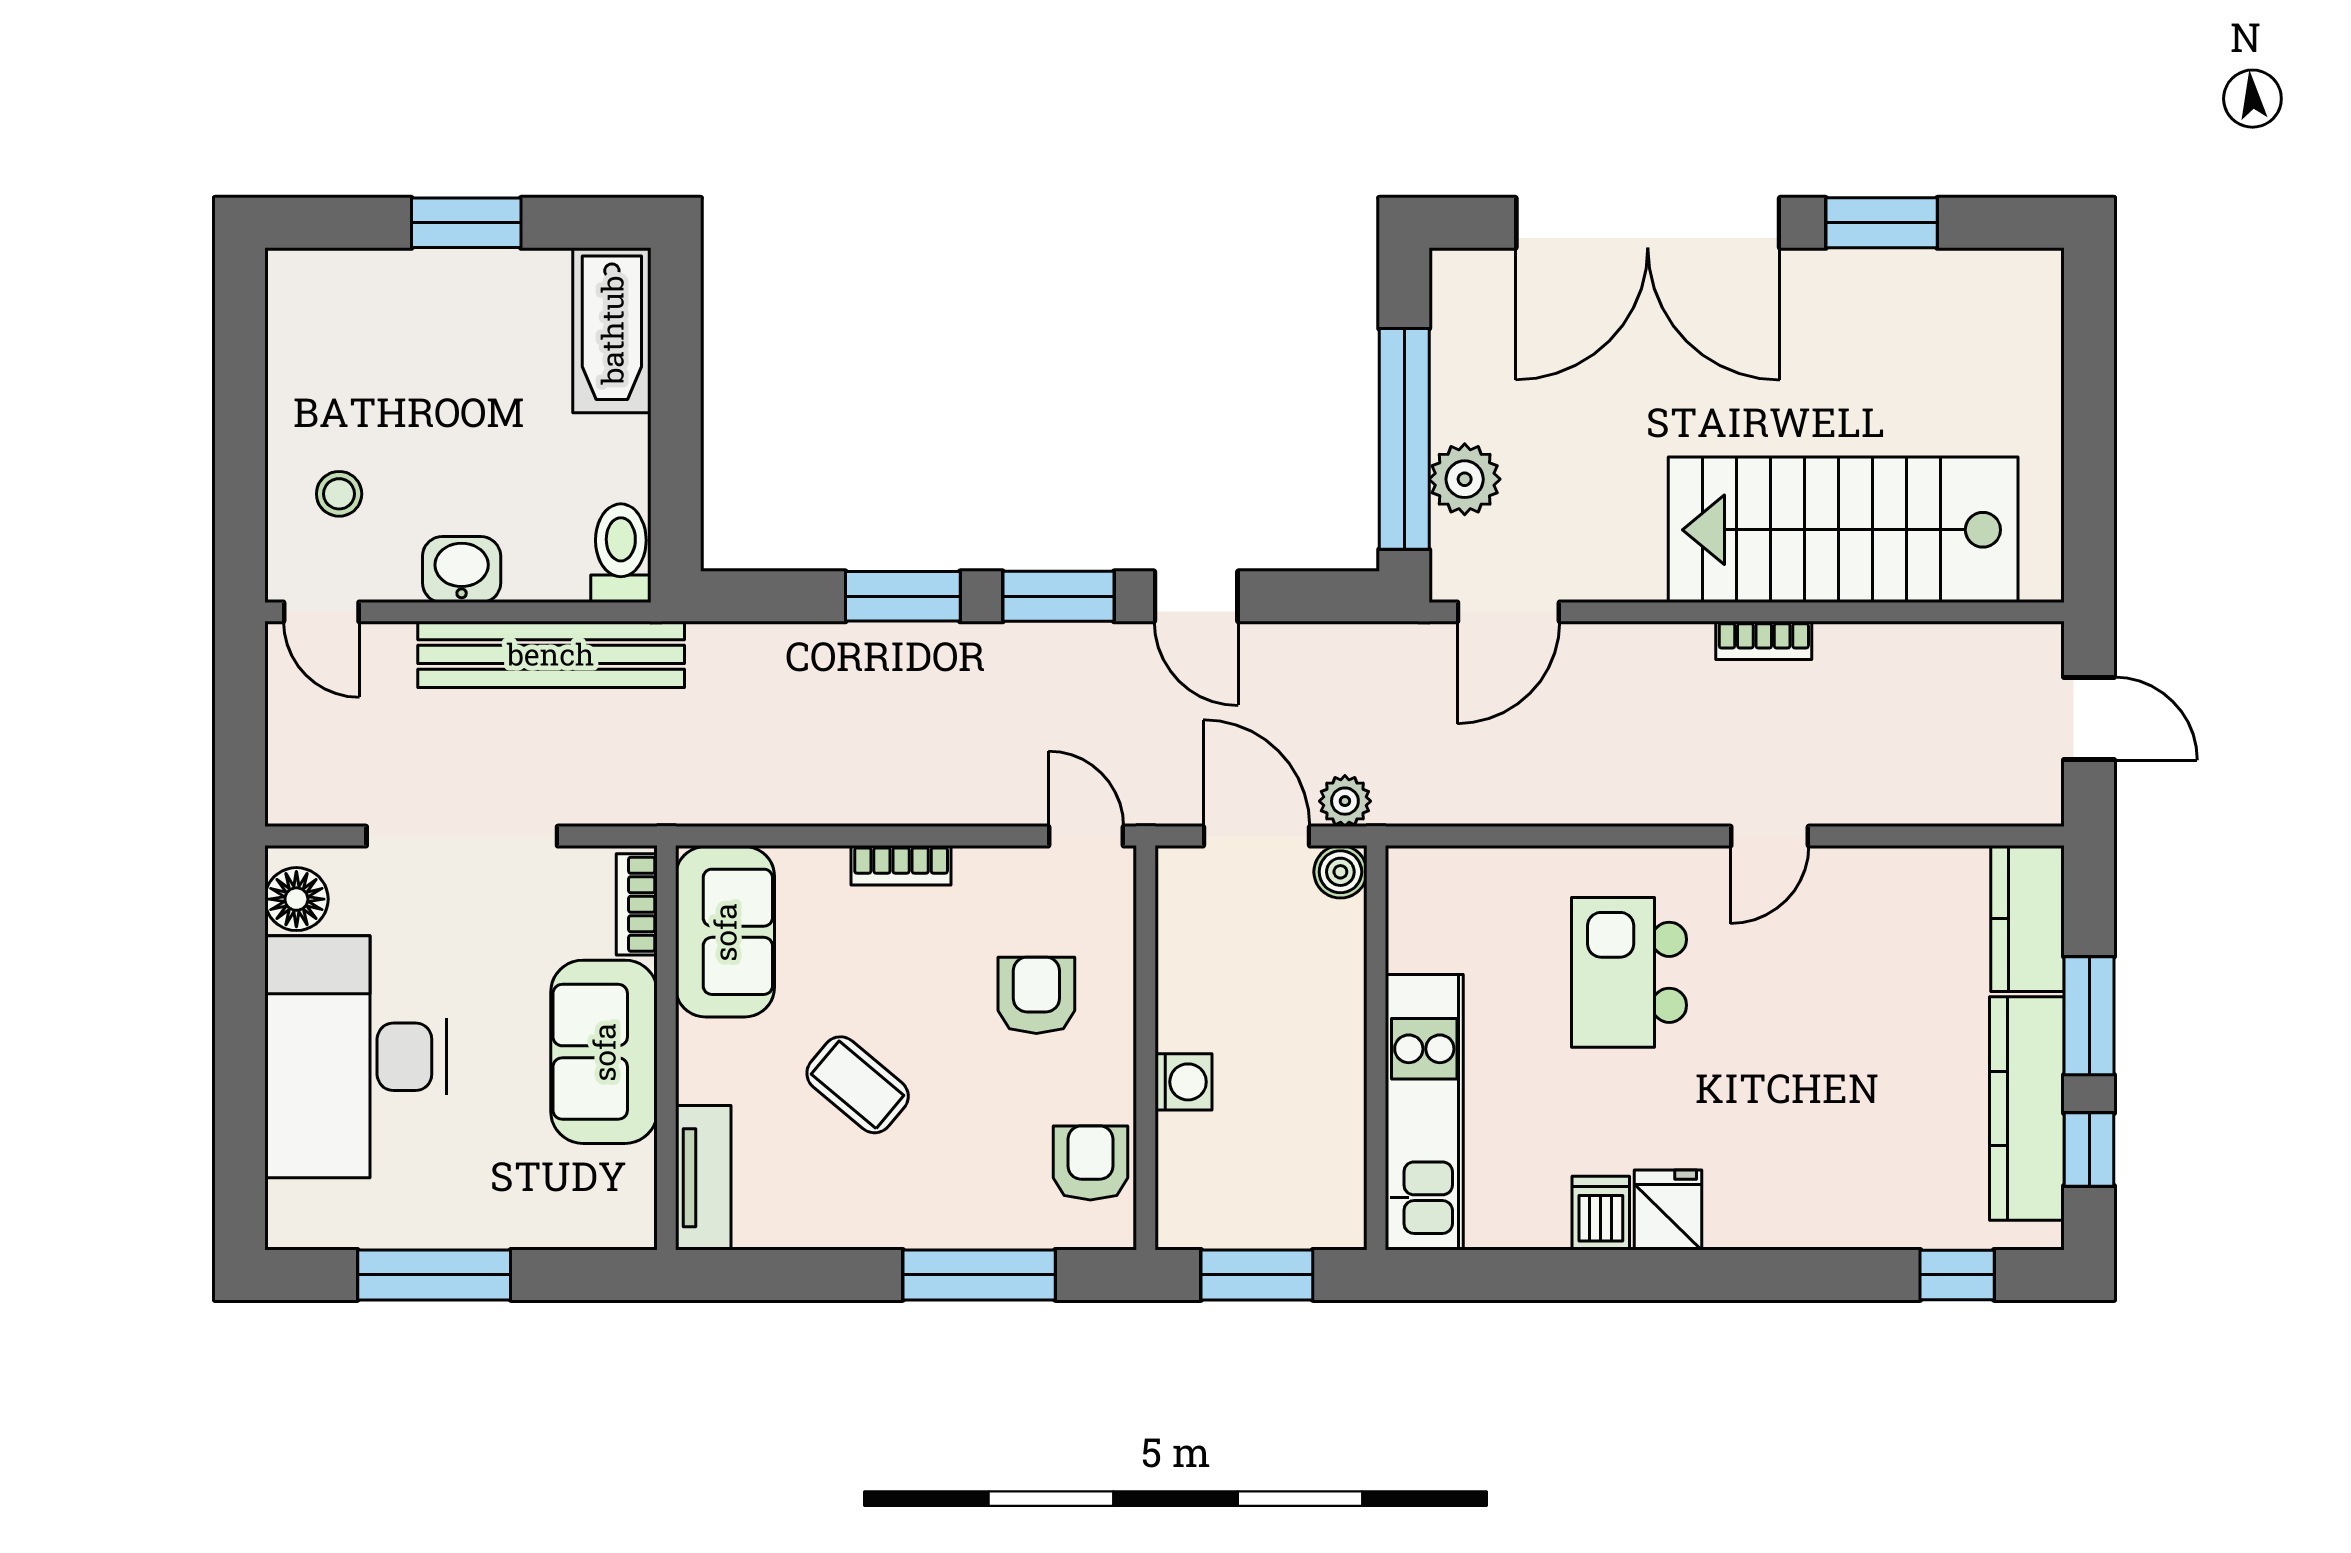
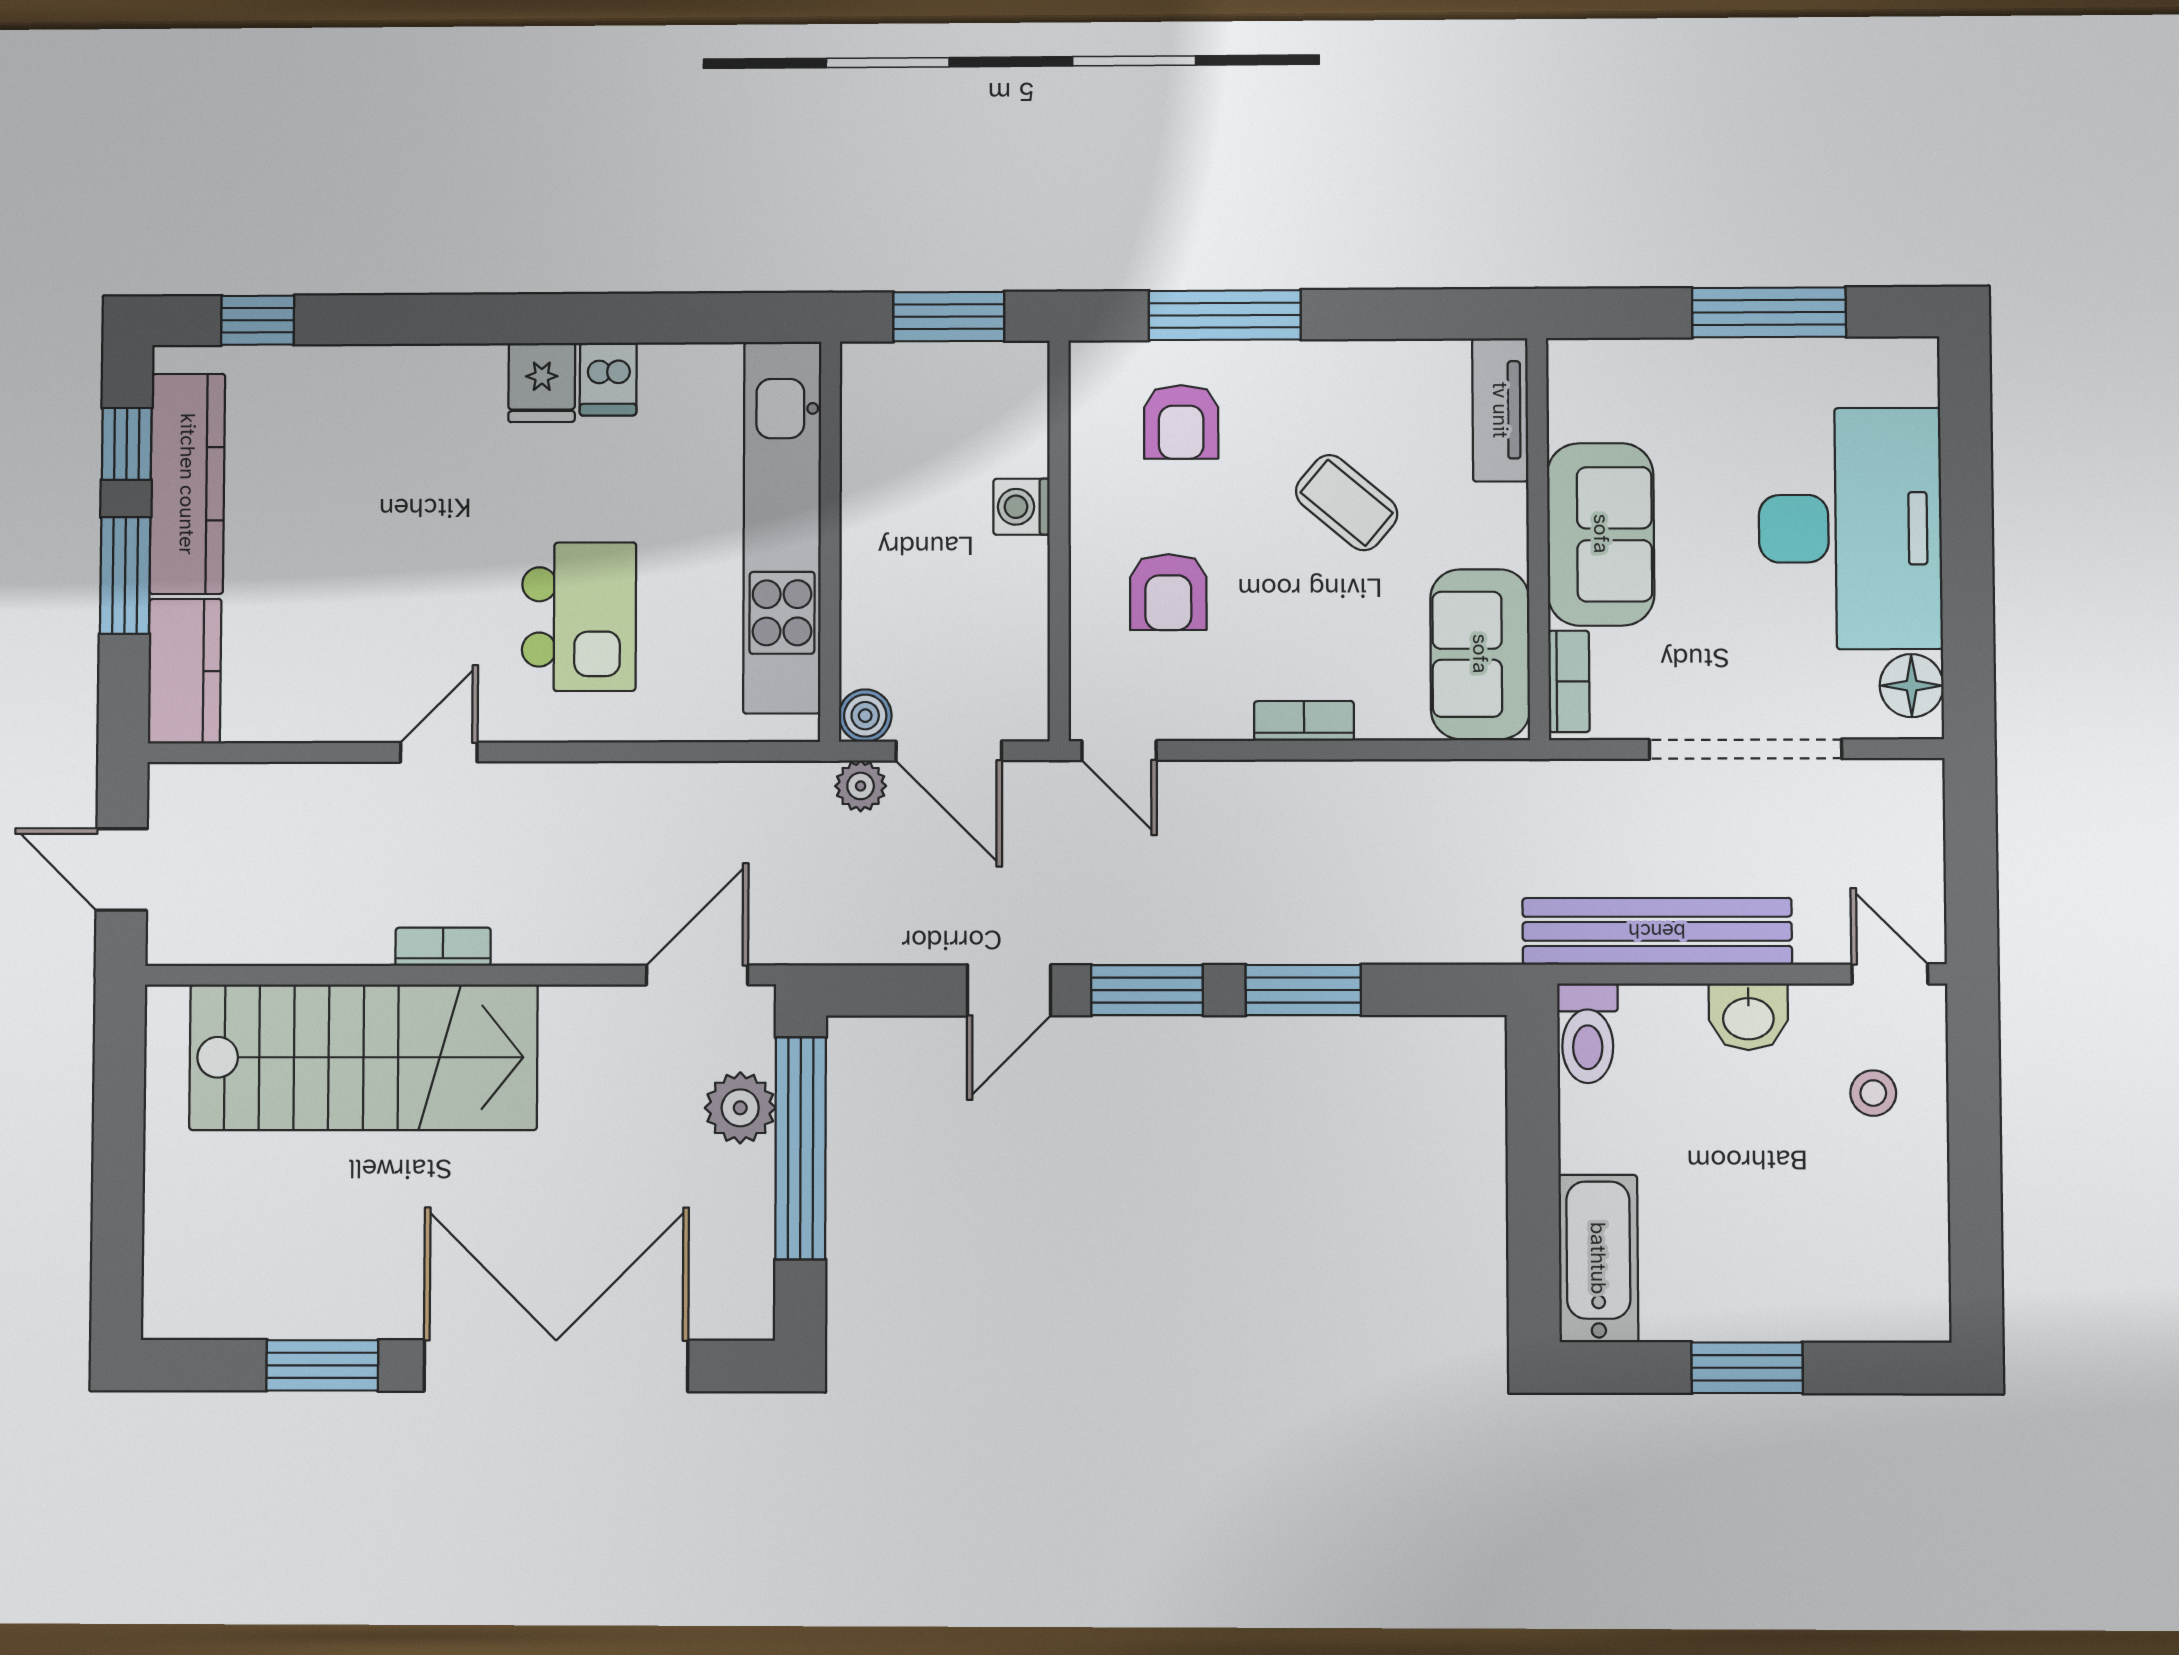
door: (1196, 596) -> (1009, 990), swing flipped
kitchen unit: (1424, 1112) -> (782, 527), width x1.36
armchair: (1090, 1163) -> (1181, 422), moved

